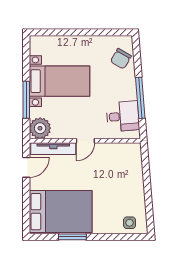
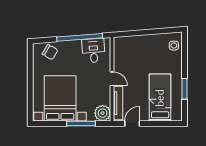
bed with nightstands: (60, 81) -> (60, 98), width x1.36
window: (140, 98) -> (80, 37), width x1.46
door: (26, 167) -> (132, 123), hinge flipped
bed: (61, 212) -> (160, 98), width x0.67

